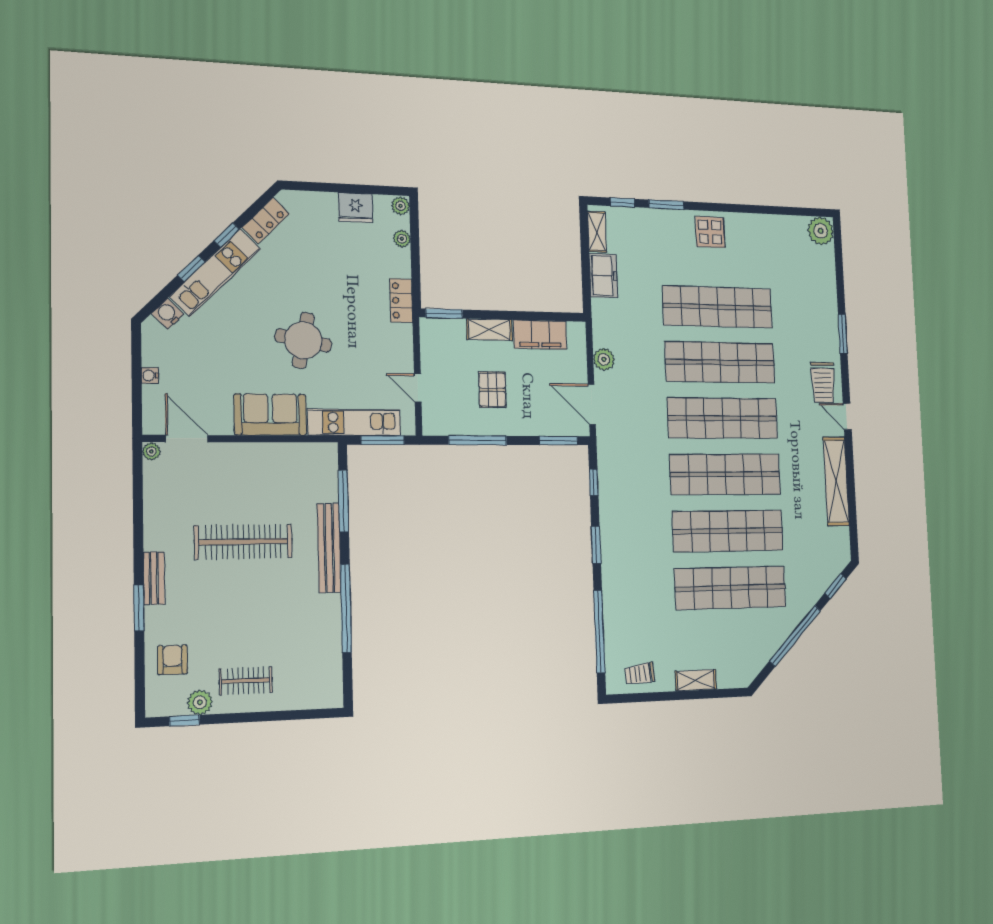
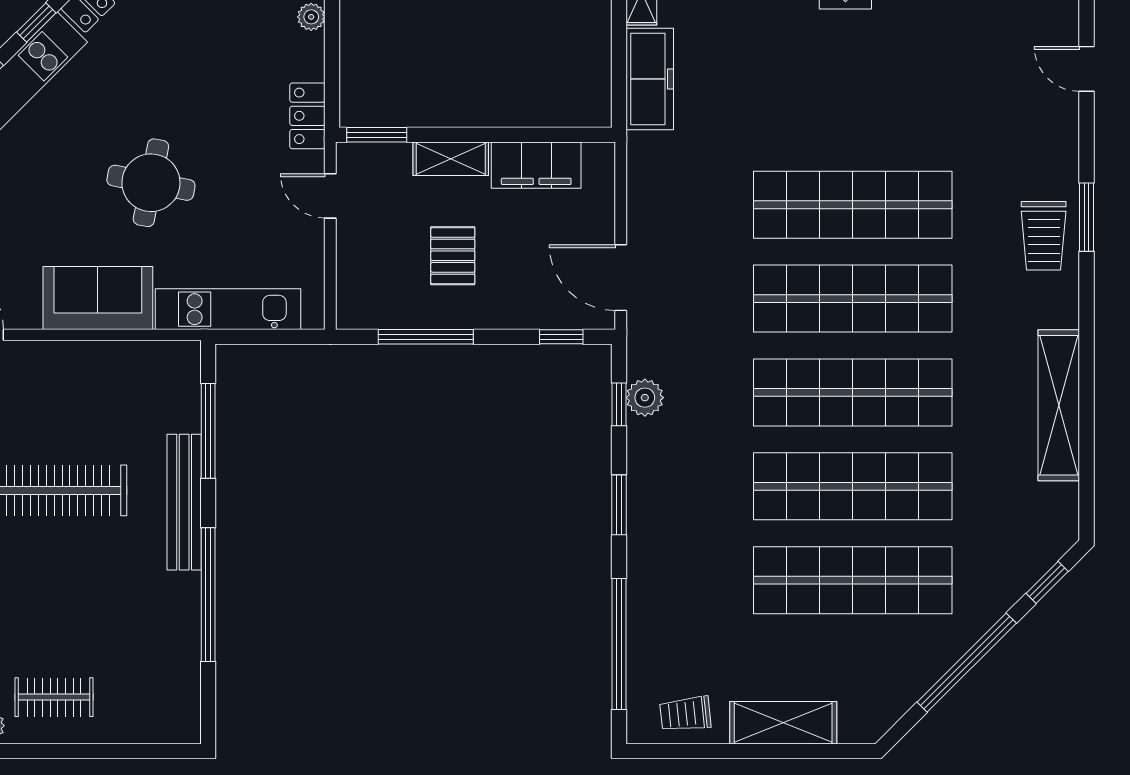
freezer: (603, 276) -> (650, 79), width x1.40
shop shelf: (718, 307) -> (853, 111), removed
window: (843, 334) -> (1087, 217), moved
plant: (604, 359) -> (645, 398), moved
door: (418, 388) -> (330, 196), moved
door: (847, 416) -> (1087, 69), moved
window: (383, 440) -> (272, 337), removed
window: (558, 441) -> (561, 337), width x0.67
shelving: (696, 680) -> (783, 723), width x1.50, depth x1.33

